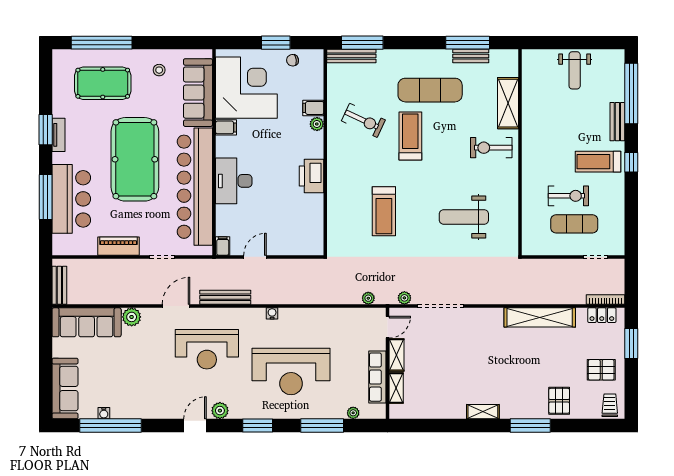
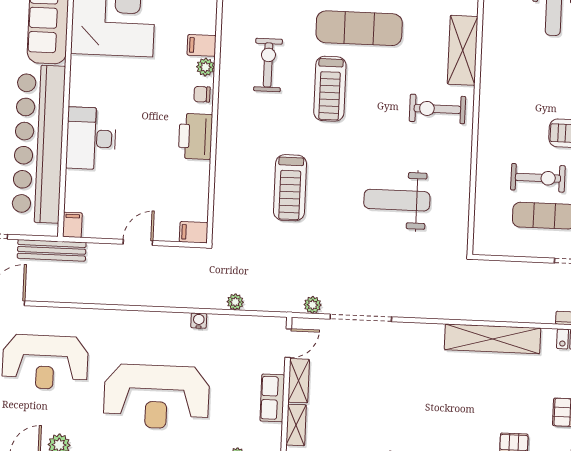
exercise bike: (363, 120) -> (268, 65), turned -115
filing cabinet: (226, 127) -> (194, 232), moved, turned 180
treadmill: (410, 136) -> (330, 89), turned 180
chair: (315, 144) -> (202, 94), added
door: (255, 257) -> (138, 242), moved
bench: (225, 297) -> (52, 250), moved
plant: (368, 298) -> (235, 302), moved
water cooler: (272, 313) -> (199, 321), moved
row of seats: (377, 377) -> (272, 398), width x0.68

